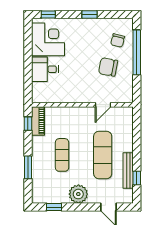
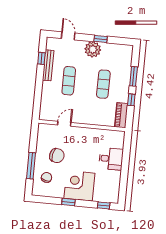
corner desk: (48, 39) -> (79, 186), moved, turned 90
window: (137, 52) -> (31, 166), width x0.68
window: (28, 124) -> (131, 100), moved
exercise mat: (103, 155) -> (69, 81), width x0.73, depth x0.69
window: (54, 207) -> (101, 39), moved

